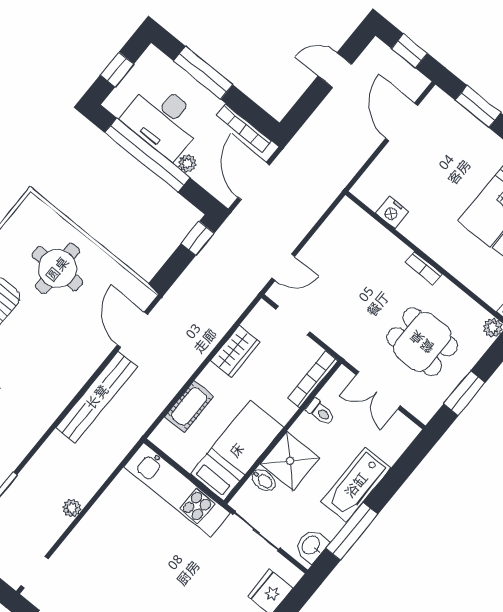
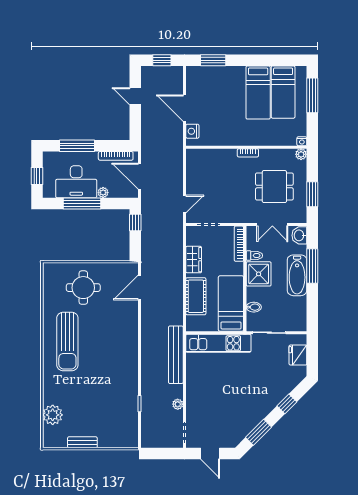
door: (335, 70) -> (135, 96), hinge flipped
door: (402, 122) -> (184, 108), moved
window: (147, 155) -> (82, 203), width x0.68
nightstand: (392, 212) -> (192, 131), moved, turned 90
door: (132, 330) -> (140, 288), hinge flipped
bench: (97, 397) -> (176, 355), moved
cot: (189, 407) -> (196, 296), width x1.37, depth x1.34
shower: (290, 461) -> (259, 274), moved
plant: (72, 508) -> (178, 404), moved
window: (352, 531) -> (312, 266), moved
washbasin: (311, 546) -> (299, 235), moved

